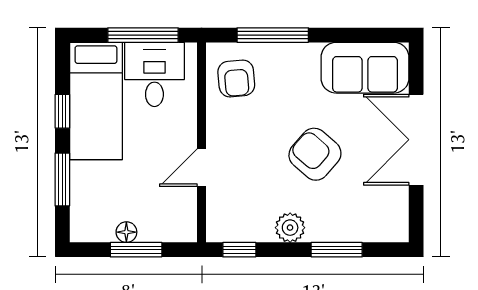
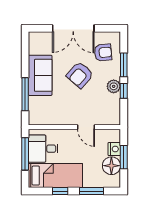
sofa: (365, 68) -> (40, 75), moved
armchair: (236, 78) -> (103, 53), moved
nightstand: (154, 229) -> (114, 149), added
floor lamp: (126, 232) -> (111, 166), width x1.89, depth x1.89
window: (239, 250) -> (124, 91), moved

